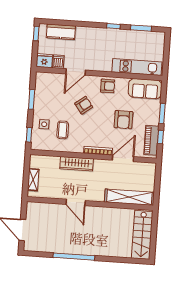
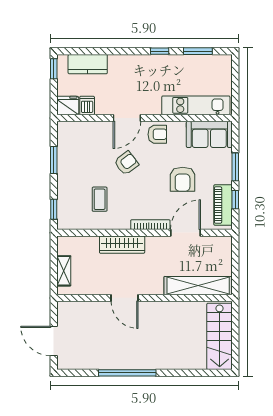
door: (76, 72) -> (127, 118), moved
side table: (44, 124) -> (74, 193), removed

